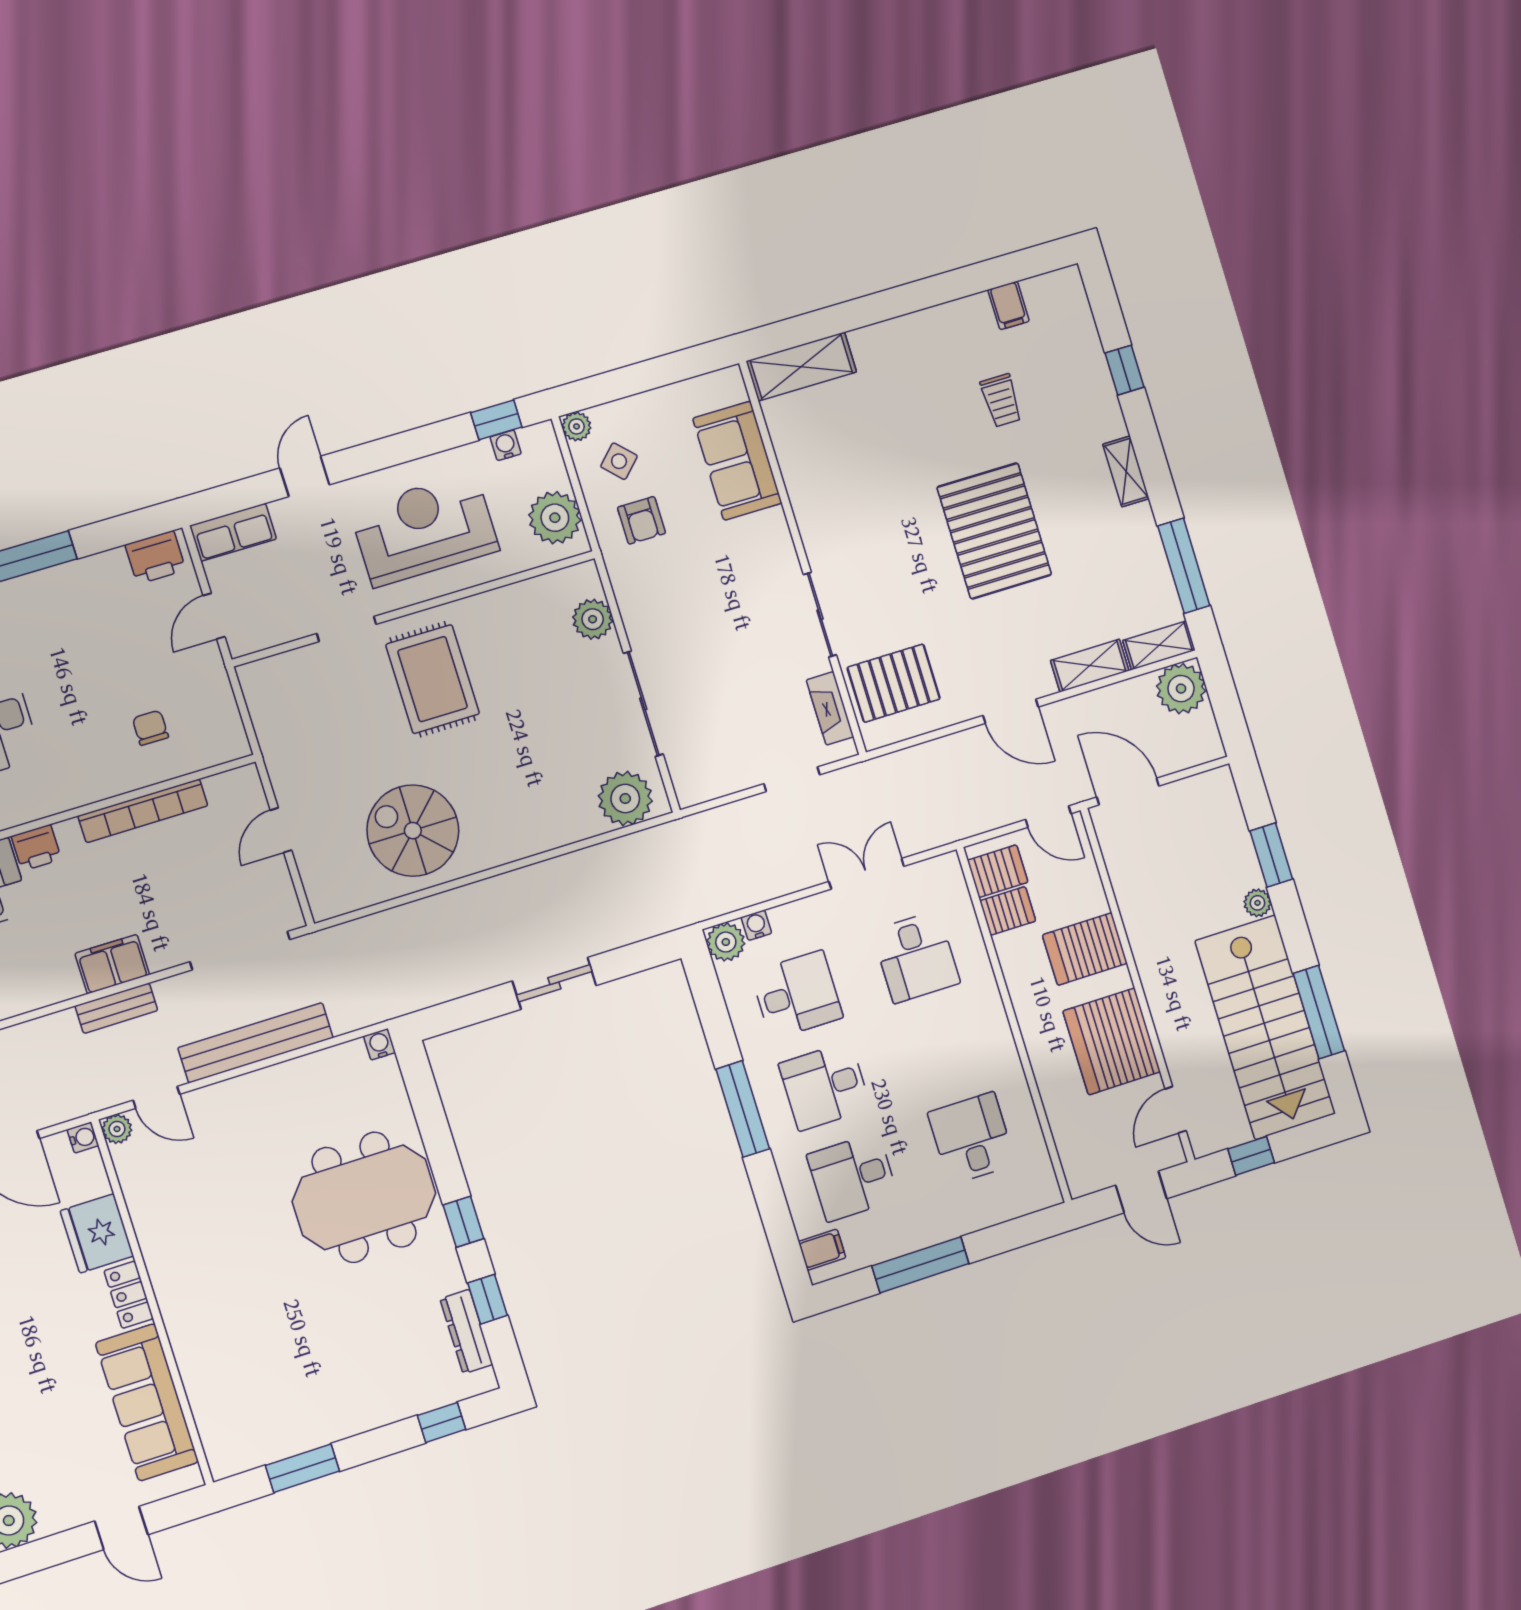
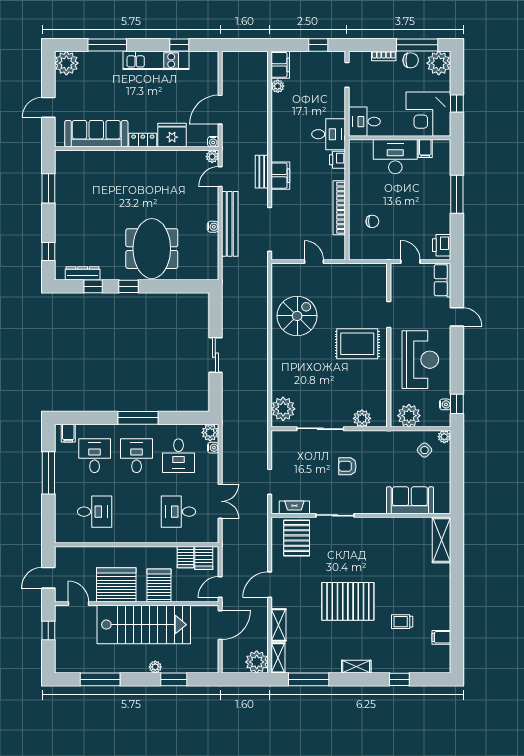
armchair: (641, 520) -> (347, 466), moved
stairs: (1265, 1027) -> (144, 625), moved, turned 180
water cooler: (380, 1044) -> (213, 227), moved

